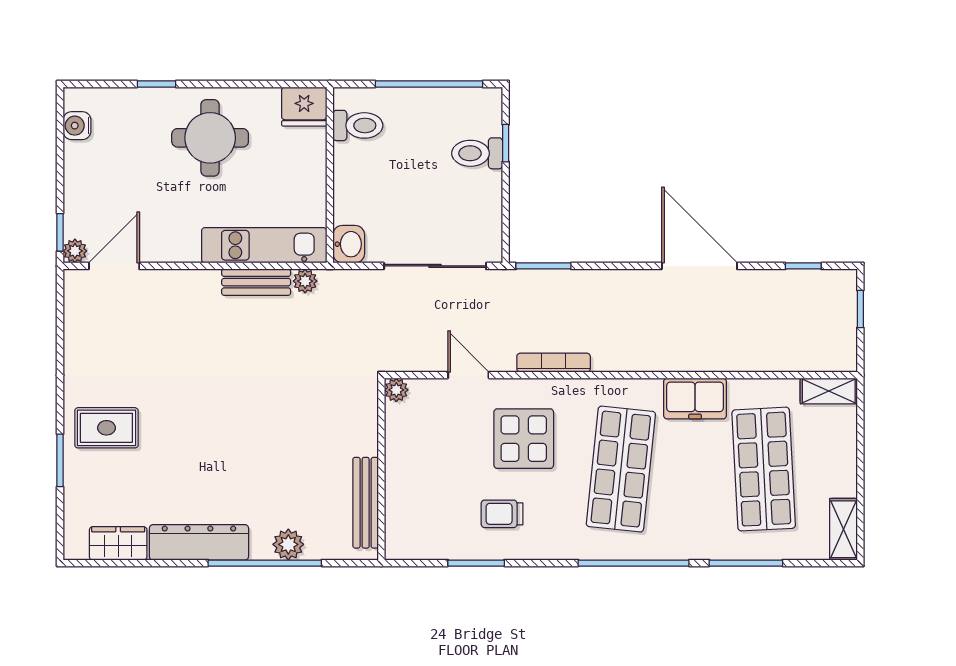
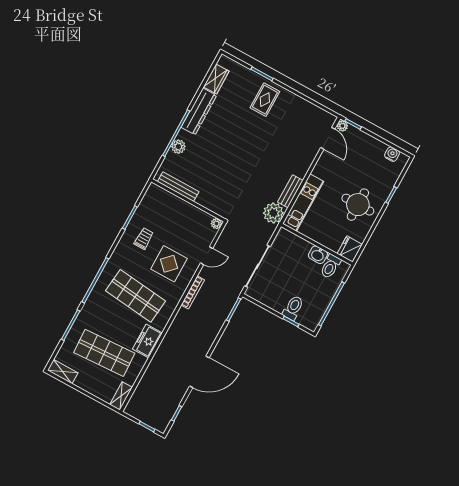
washbasin: (349, 244) -> (318, 255), moved
plant: (305, 281) -> (273, 213), width x1.88, depth x1.88

